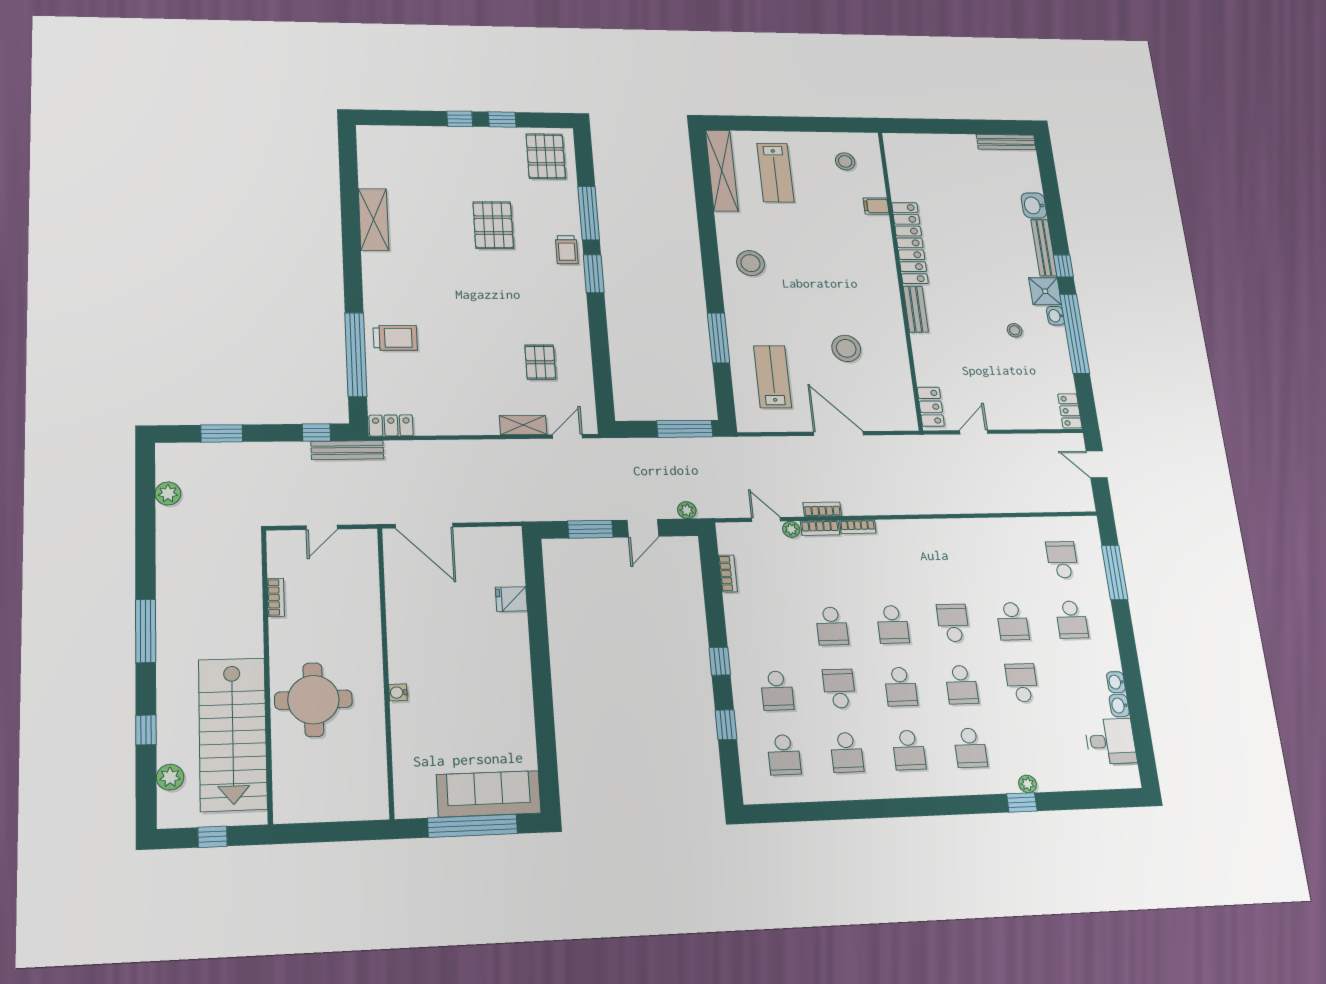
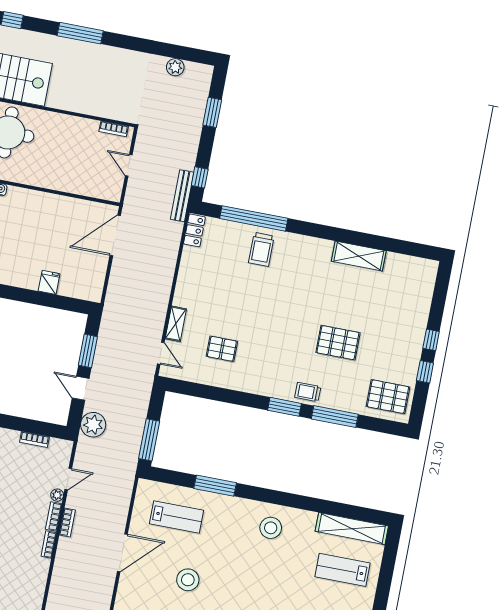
plant: (687, 510) -> (93, 425), width x1.88, depth x1.88
bookcase: (276, 597) -> (114, 129), moved

